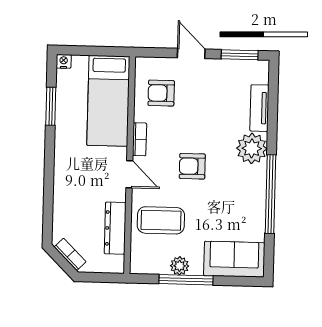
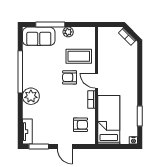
tv unit: (259, 108) -> (27, 132), moved
armchair: (192, 166) -> (70, 77), moved, turned 180
dresser: (115, 228) -> (103, 51), removed
window: (186, 280) -> (50, 25), moved

